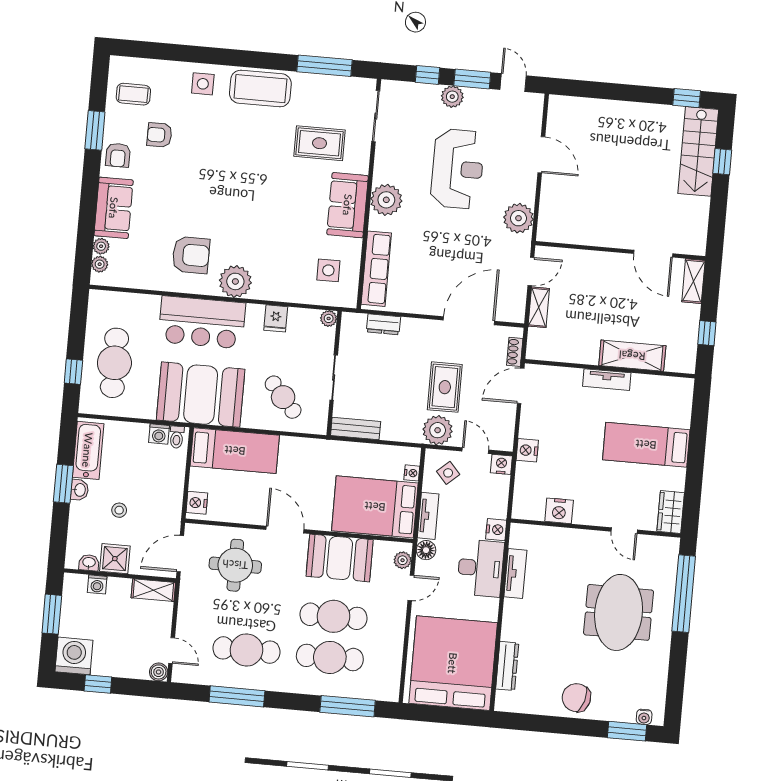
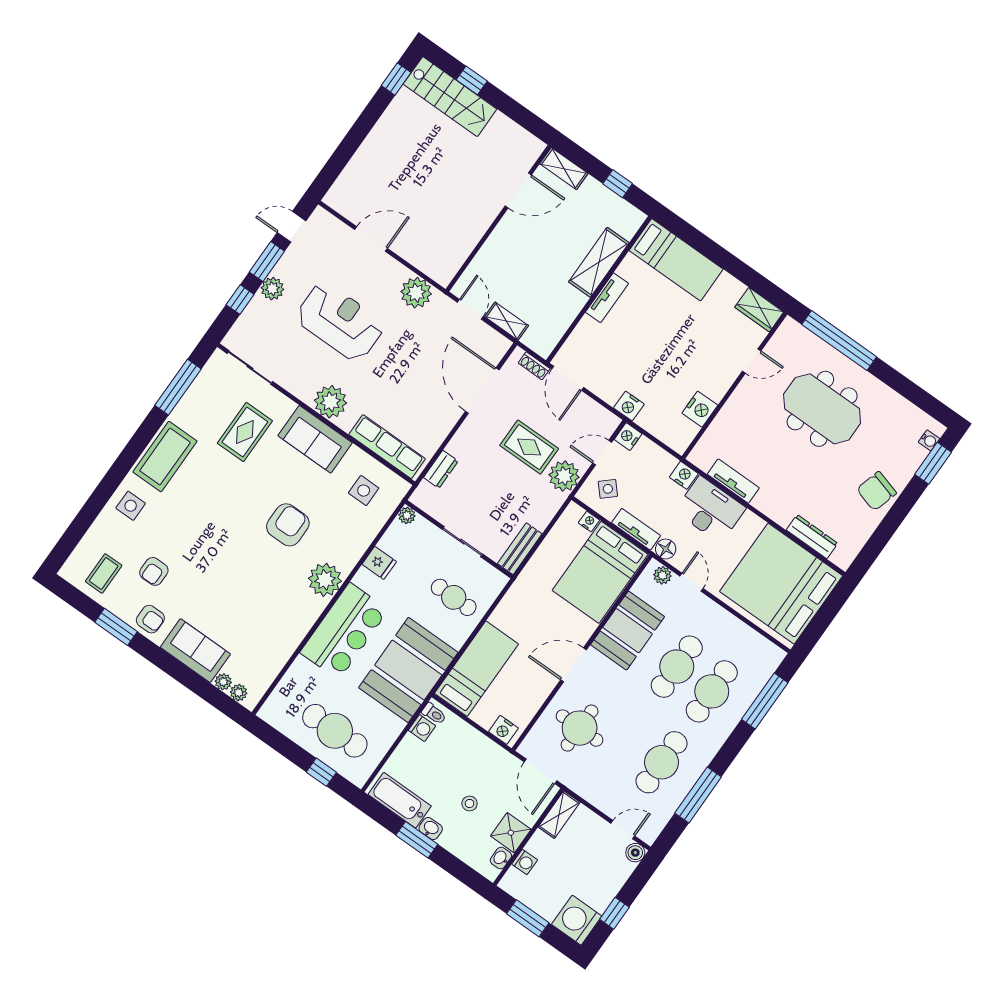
armchair: (191, 255) -> (288, 525), moved
cafe table: (283, 397) -> (454, 597), turned 41
bed: (646, 445) -> (676, 260), moved, turned -90

